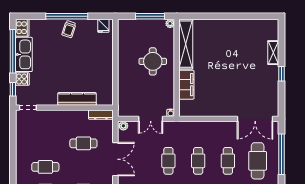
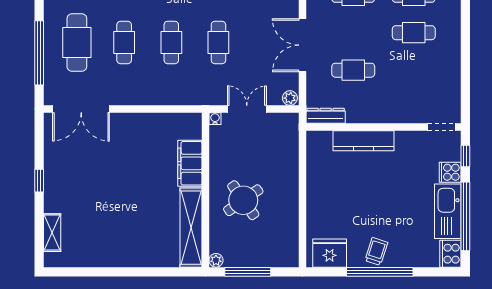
fridge: (103, 26) -> (330, 253), width x1.88, depth x1.34
shelving: (273, 53) -> (52, 233), moved
round table: (153, 61) -> (243, 200), turned -35
double door: (255, 119) -> (81, 109), swing flipped

